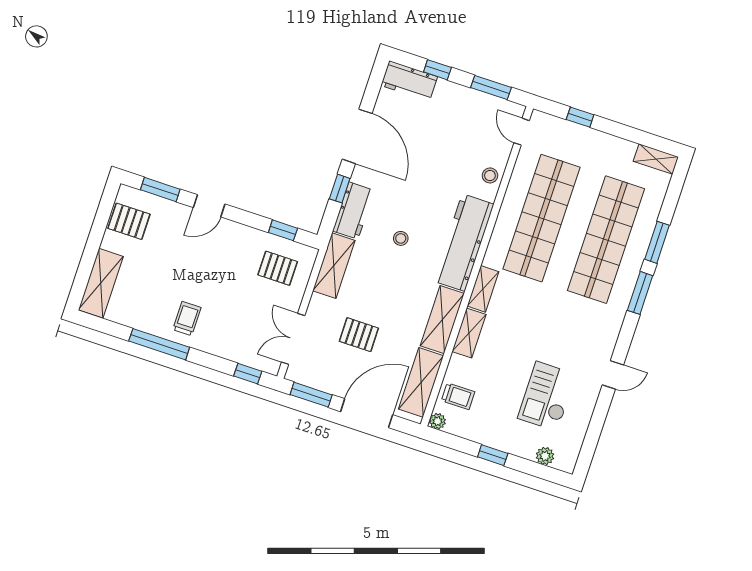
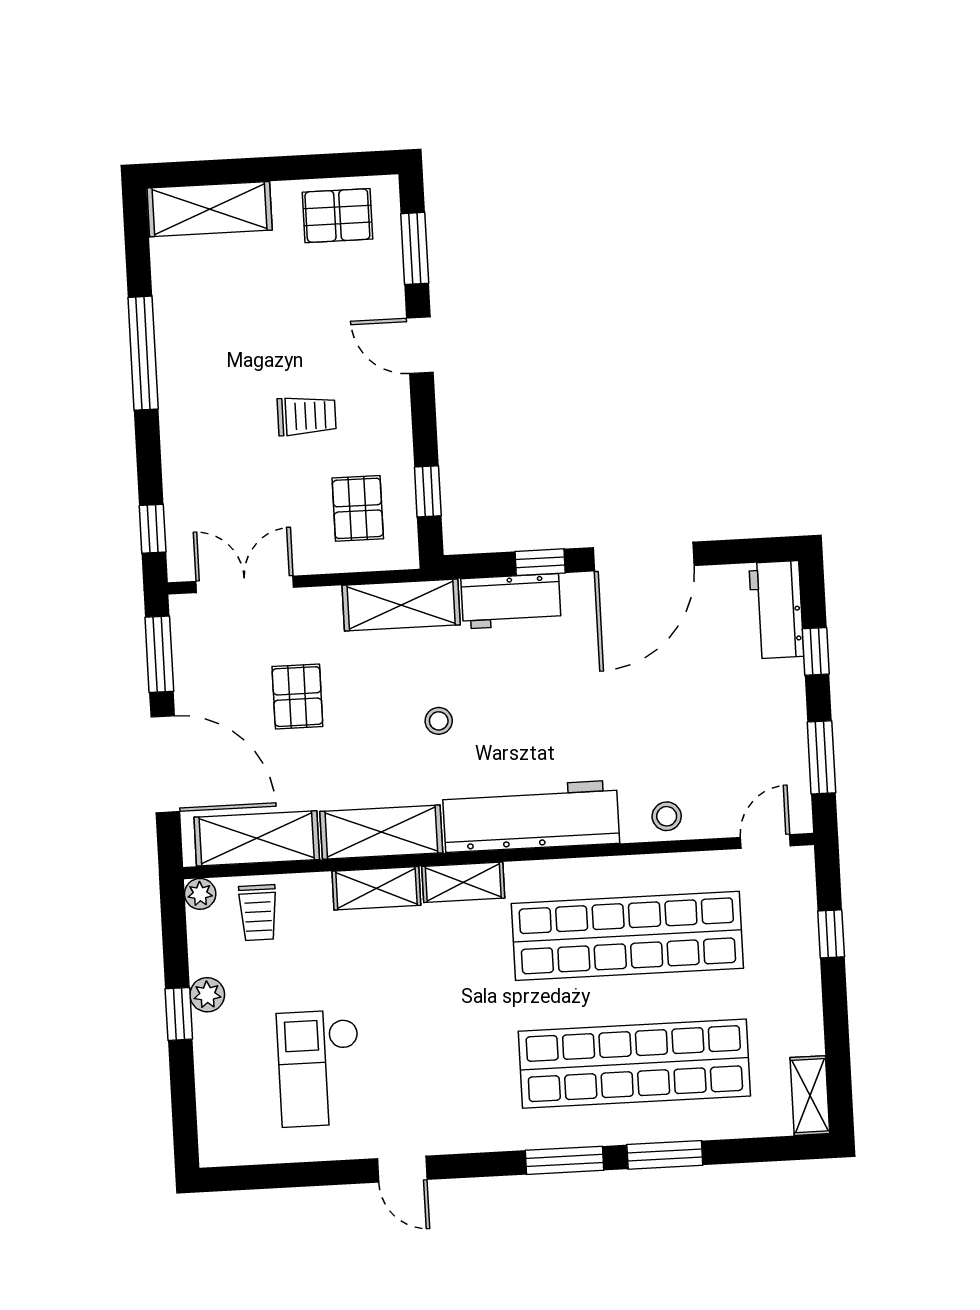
pallet: (129, 221) -> (337, 216), turned 90
stool: (401, 238) -> (439, 721), moved
trolley: (187, 319) -> (307, 416), moved
checkout: (547, 396) -> (319, 1068), turned -90
plant: (545, 456) -> (207, 995), moved

